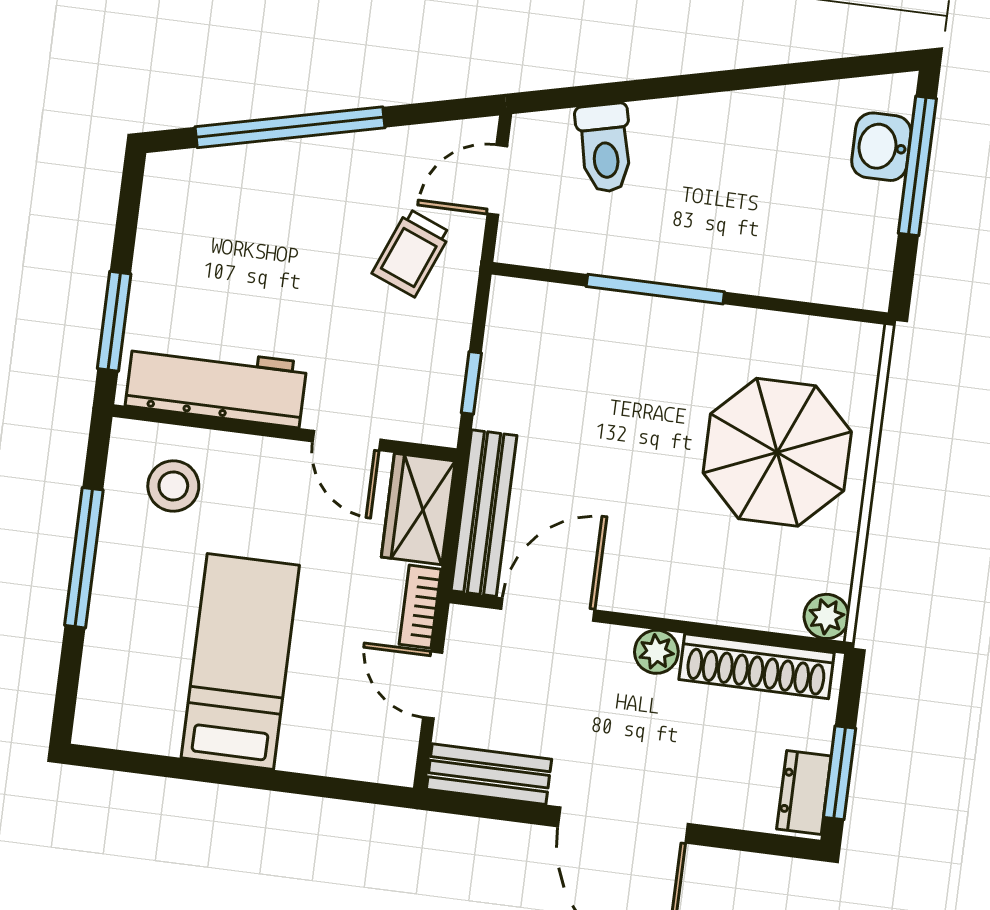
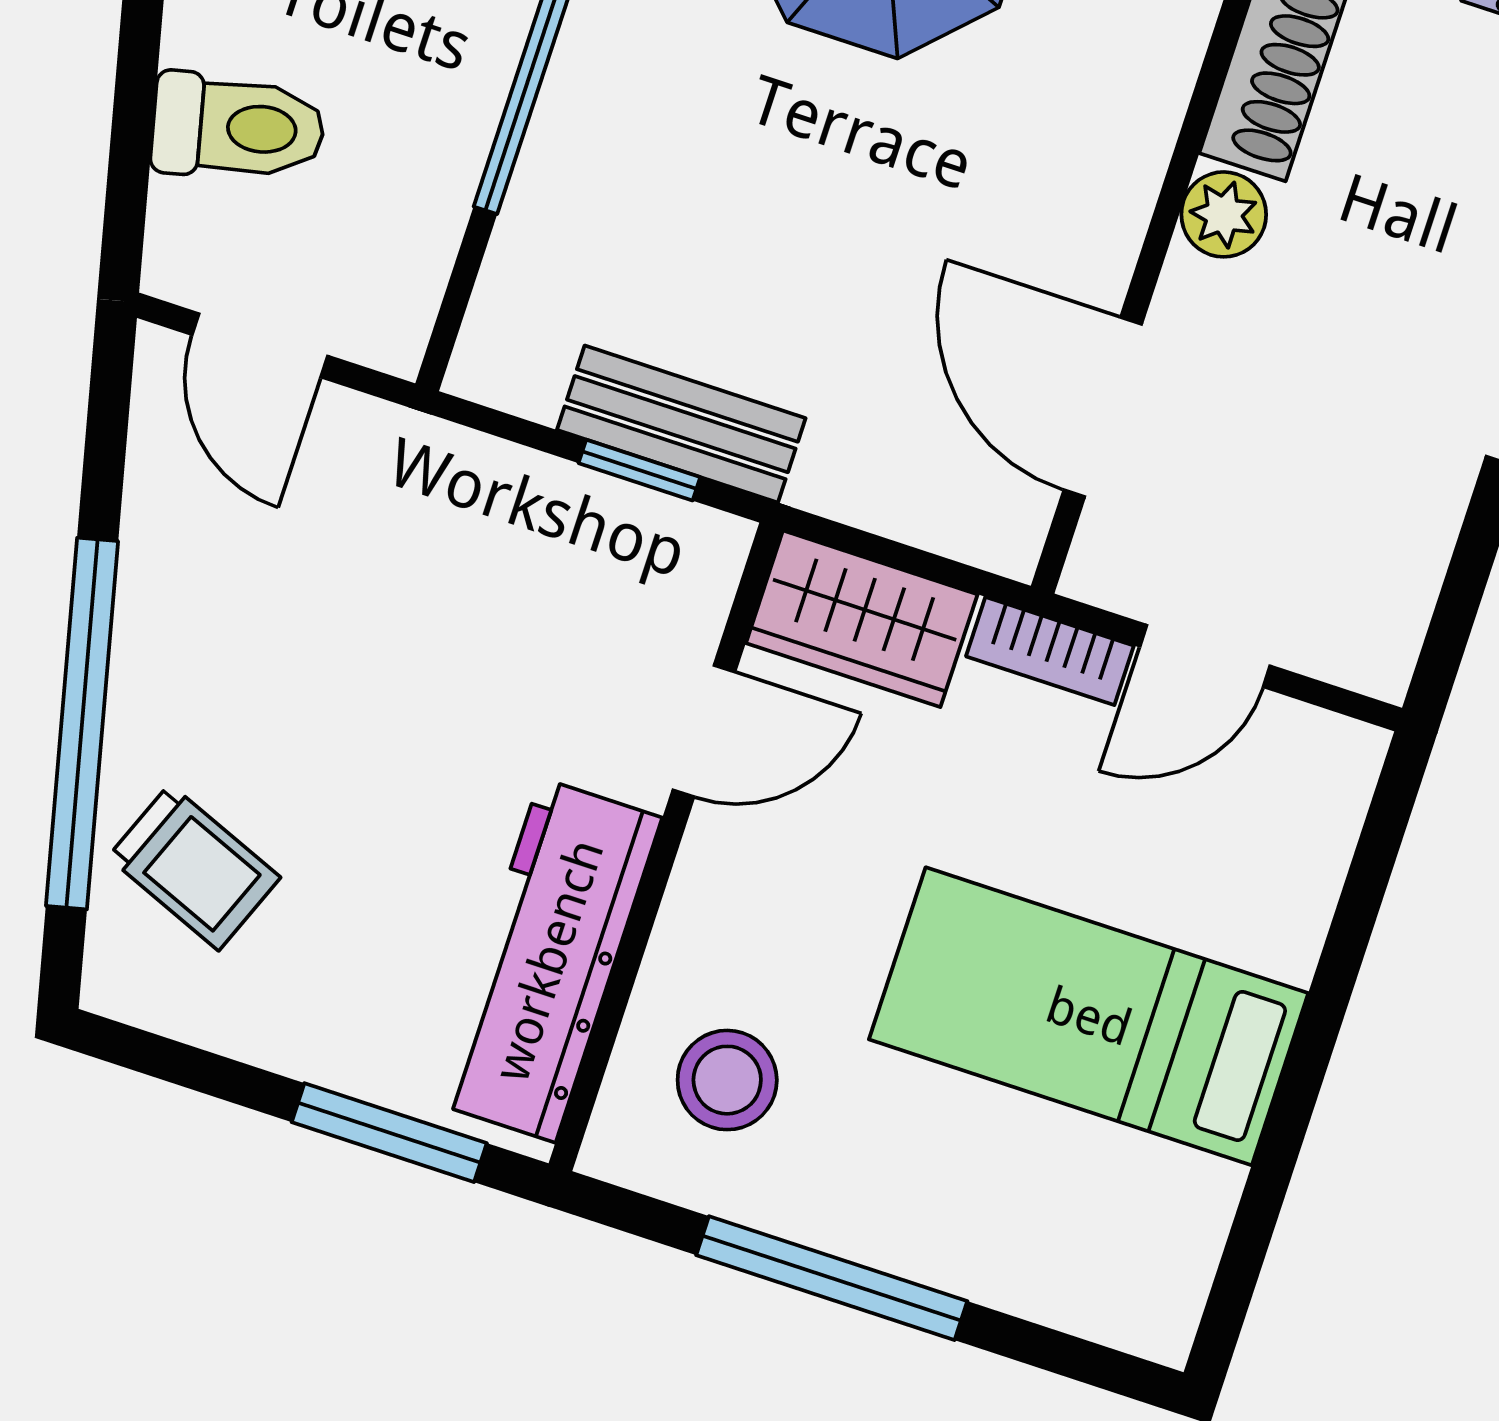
trolley: (411, 253) -> (194, 867), moved
bench: (484, 513) -> (681, 424), moved, width x0.73
bench: (489, 774) -> (1397, 581), removed

